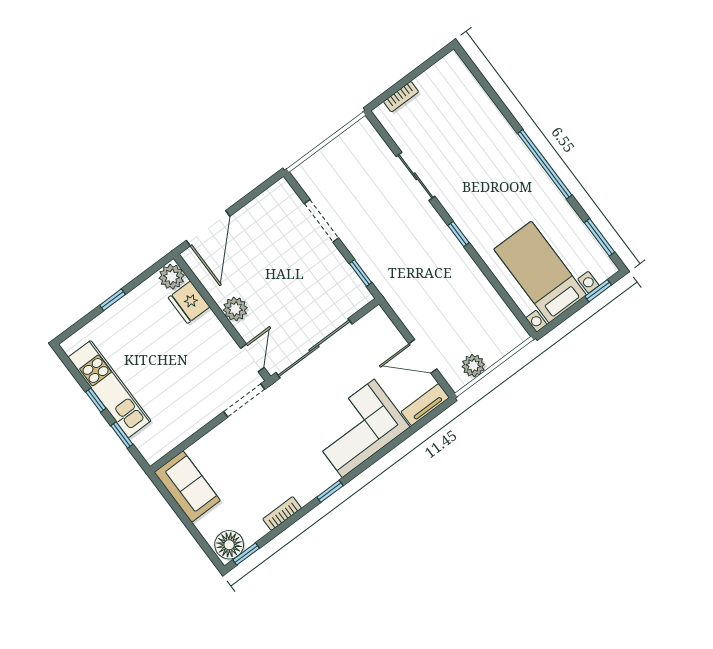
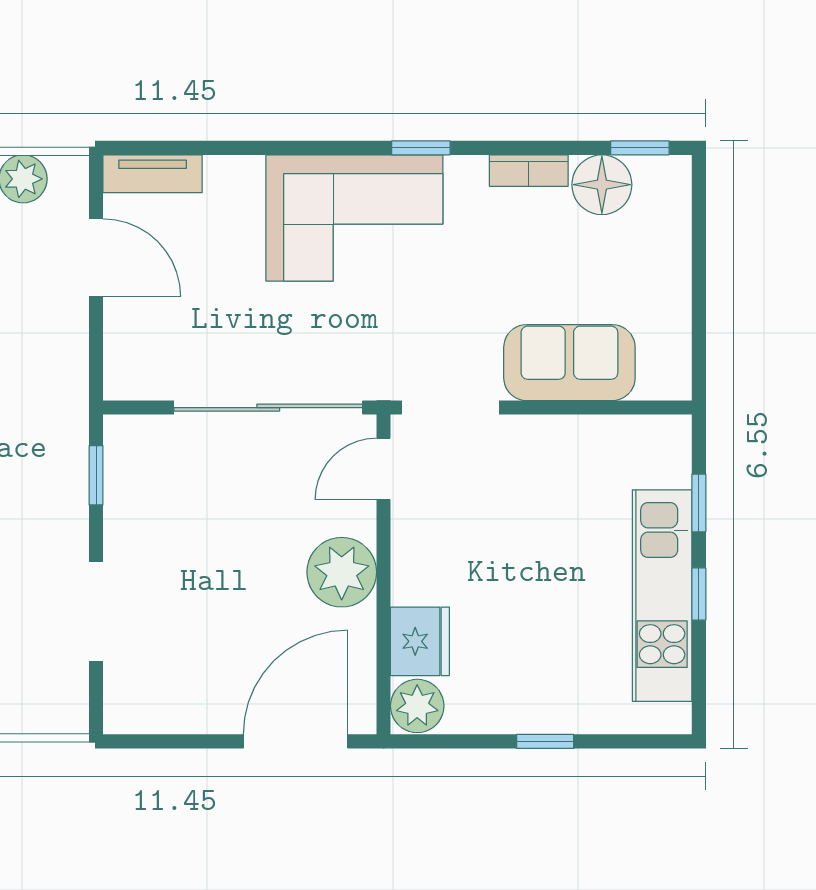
plant: (235, 309) -> (342, 572), width x1.36, depth x1.36
corner sofa: (358, 428) -> (354, 218), moved
sofa: (187, 486) -> (569, 363), moved, turned 90
floor lamp: (229, 545) -> (602, 185), moved

